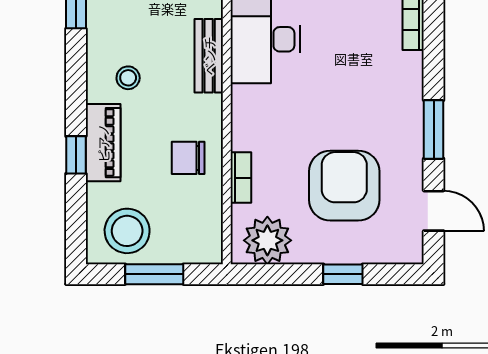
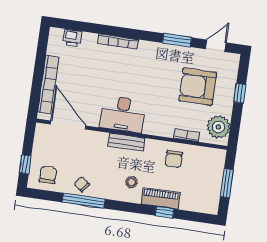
stool: (127, 231) -> (204, 193), removed

